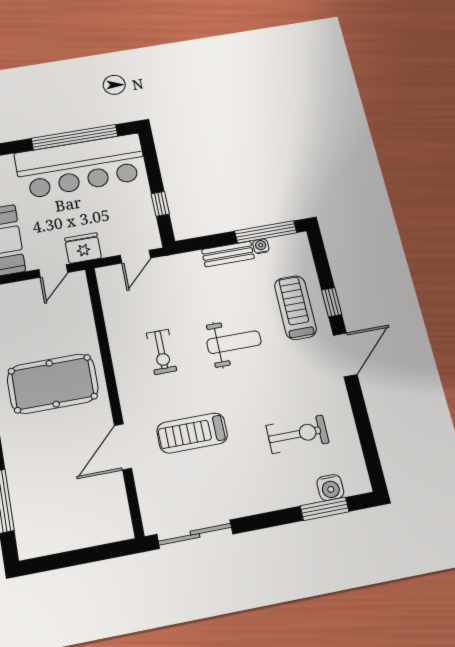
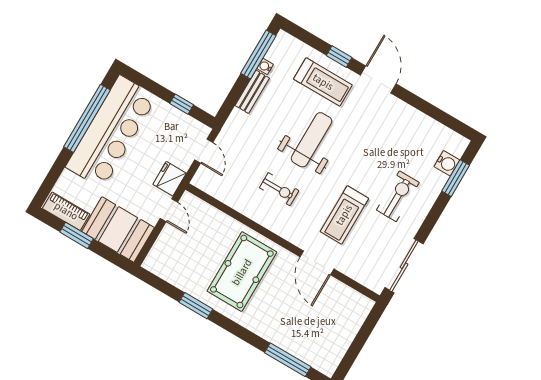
treadmill: (295, 308) -> (323, 82), turned 180
weight bench: (234, 342) -> (311, 140), width x1.36, depth x1.33
exercise bike: (297, 434) -> (398, 196), moved

